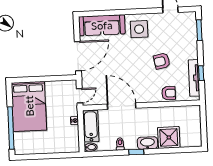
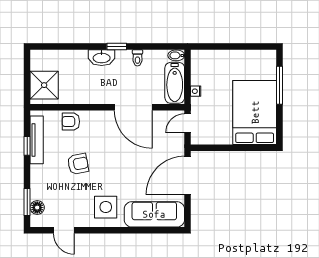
floor lamp: (191, 26) -> (37, 208), added
window: (11, 128) -> (279, 85), width x0.68
shower: (169, 137) -> (44, 85), moved

